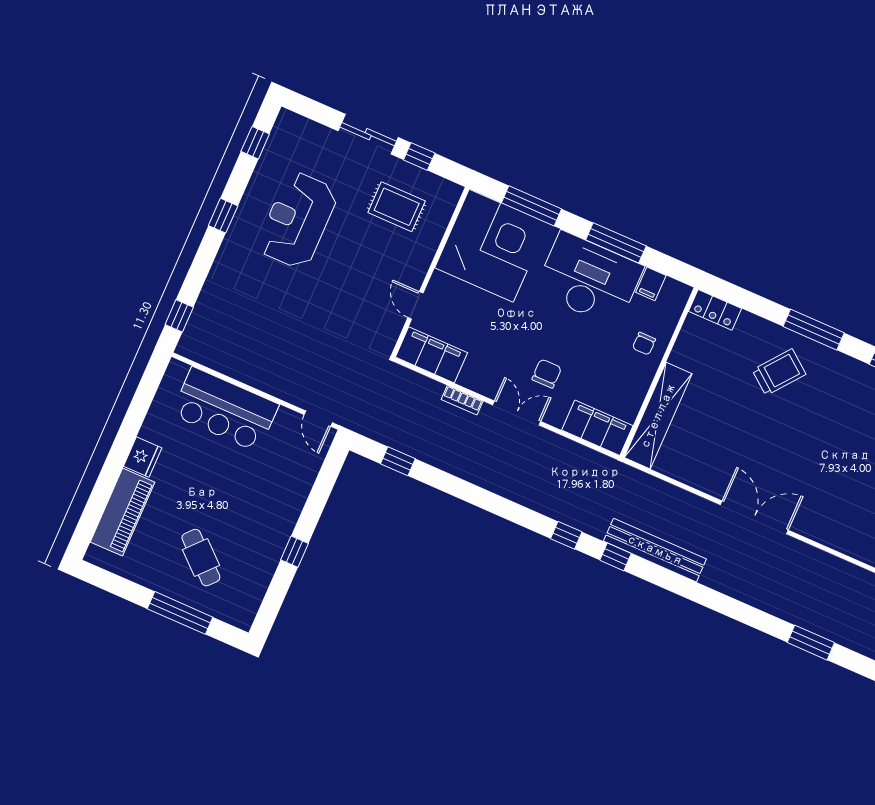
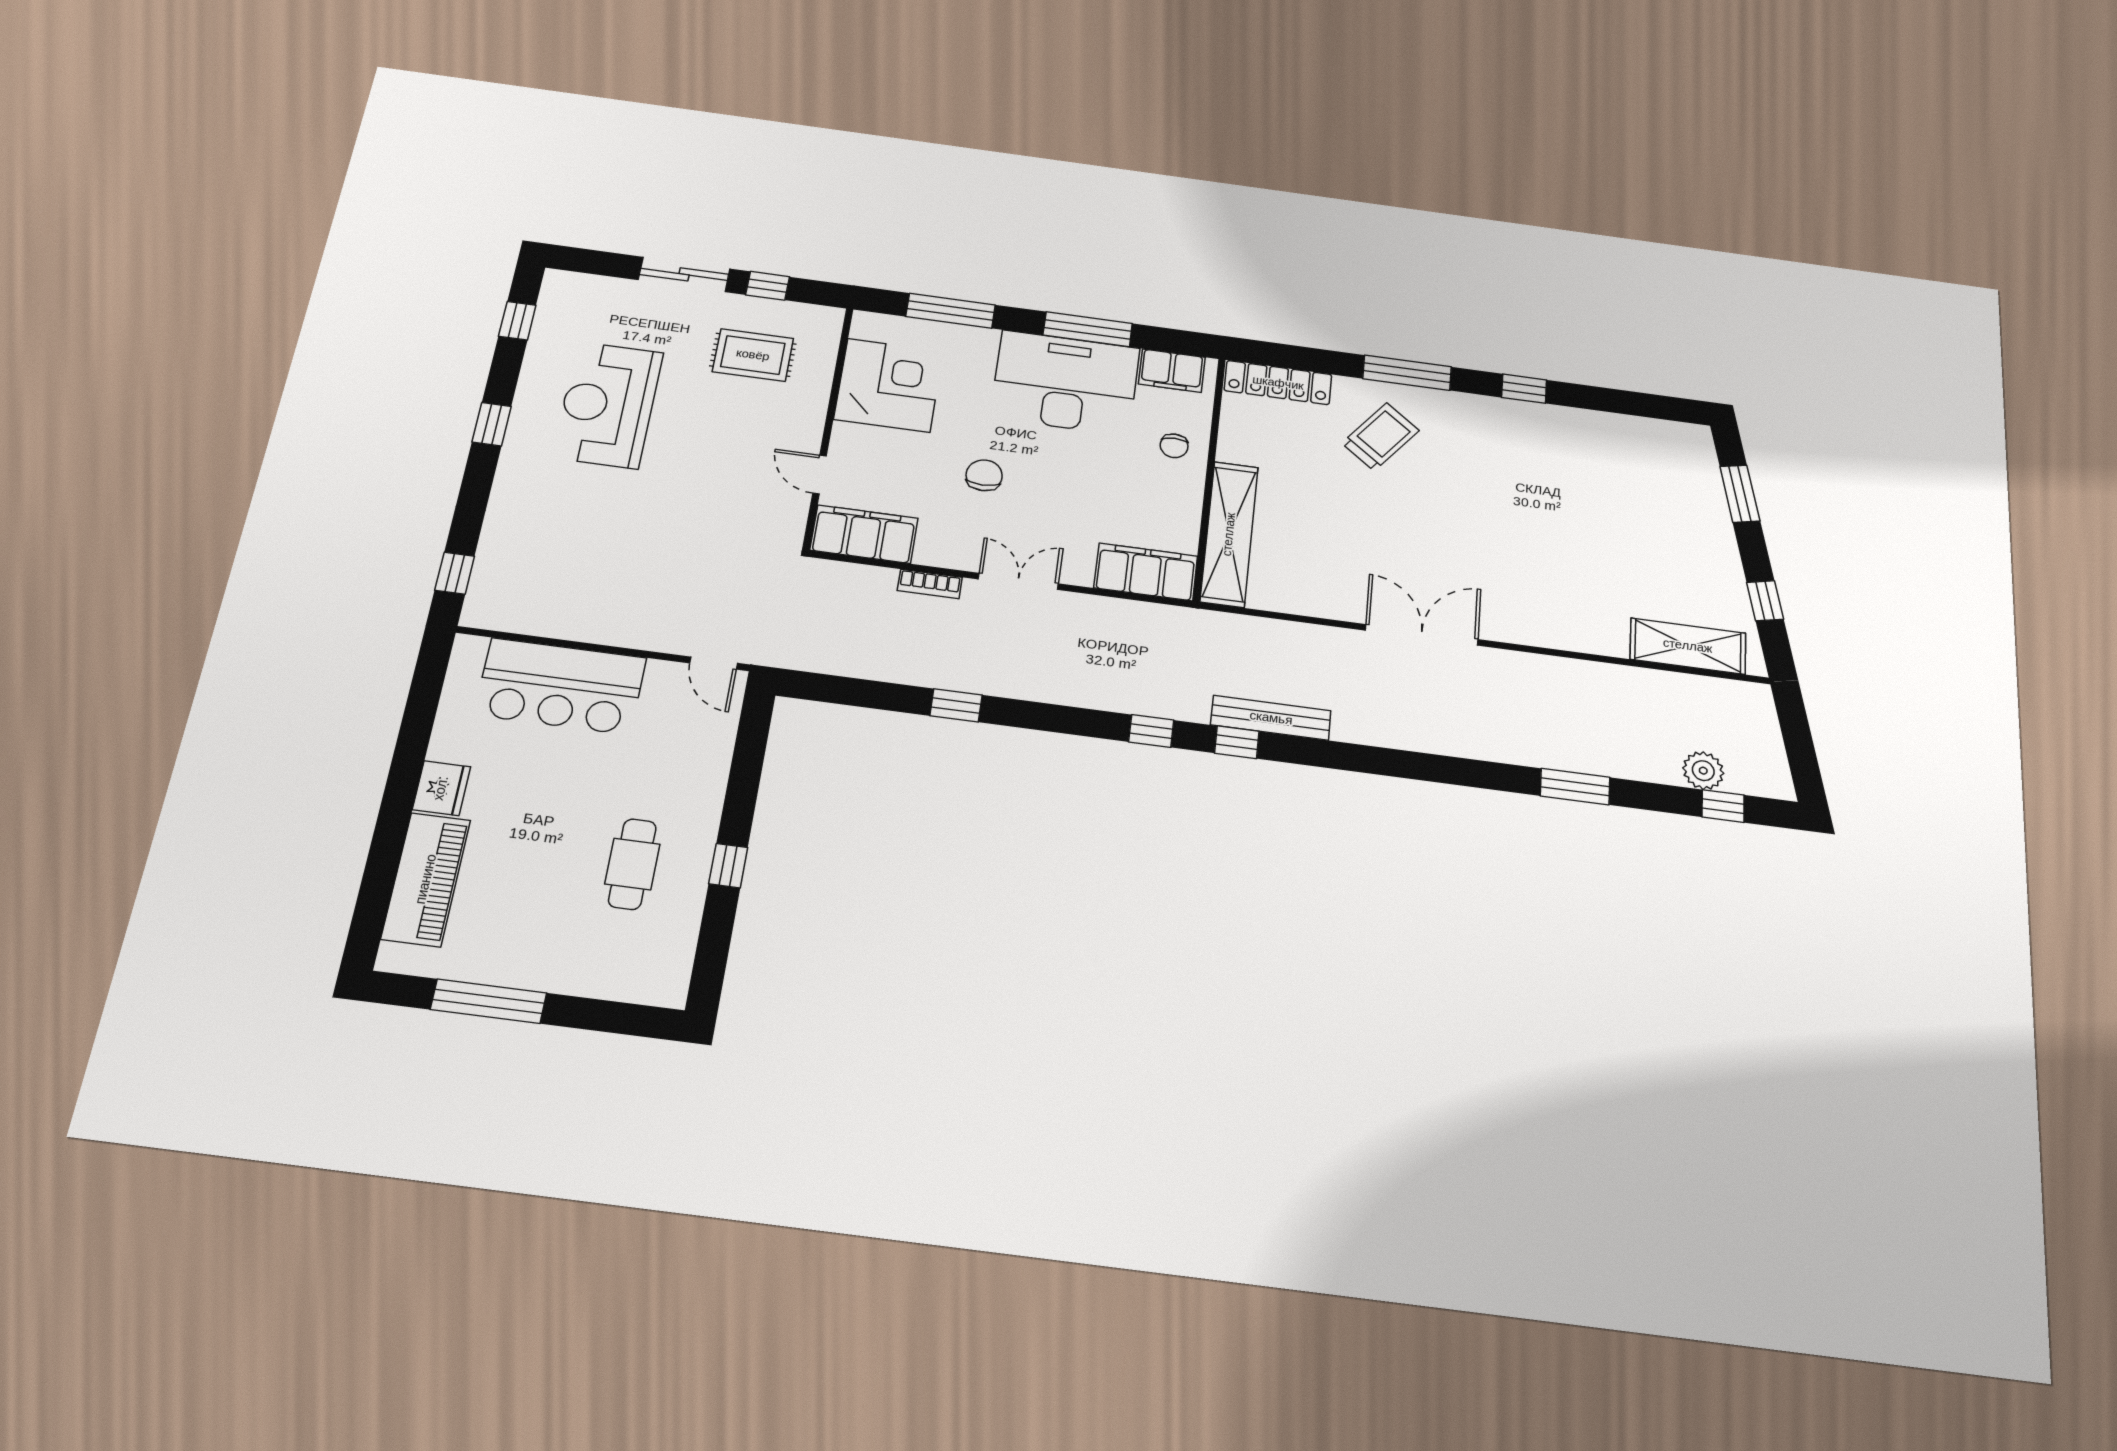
corner desk: (491, 246) -> (889, 385), width x0.74, depth x0.74
filing cabinet: (651, 284) -> (1172, 371), width x2.00
locker: (715, 310) -> (1278, 383), width x1.53
chair: (547, 374) -> (984, 475), moved
window: (398, 461) -> (956, 705), moved
bench: (655, 550) -> (1271, 718), width x0.73, depth x0.82
cafe table: (201, 558) -> (632, 864), moved, turned 48
window: (180, 613) -> (489, 1001), moved

